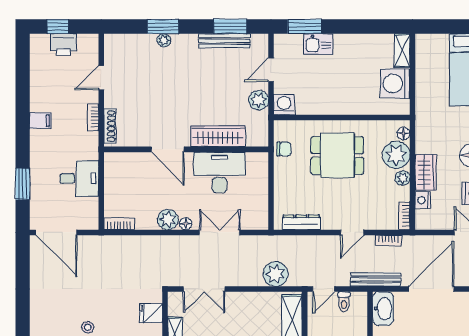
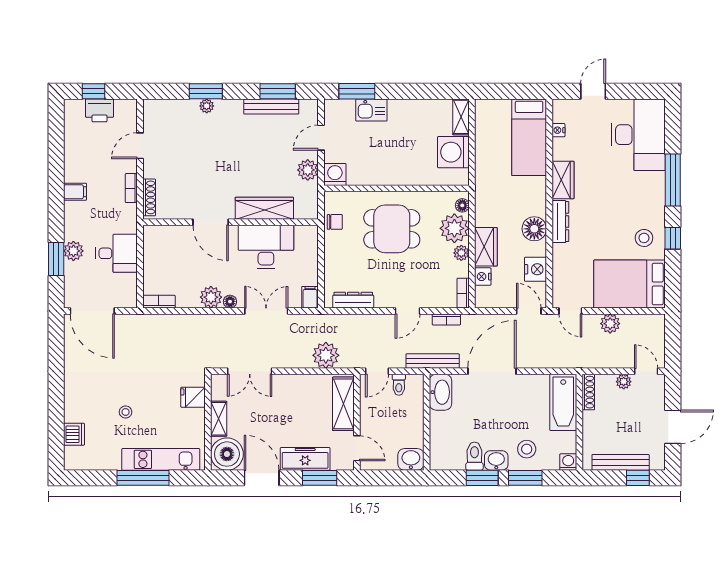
plant: (39, 176) -> (73, 251), added
filing cabinet: (261, 220) -> (310, 297), added

